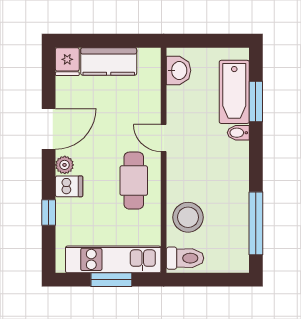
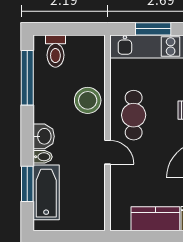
washbasin: (178, 70) -> (44, 136), moved, turned 180
stool: (188, 217) -> (88, 100), moved
toilet: (185, 258) -> (55, 51), moved, turned -90

